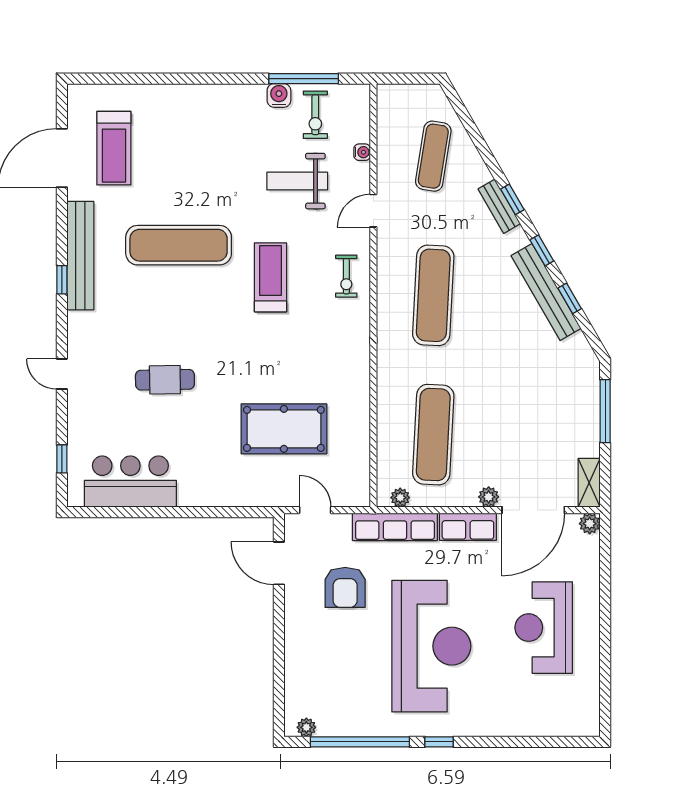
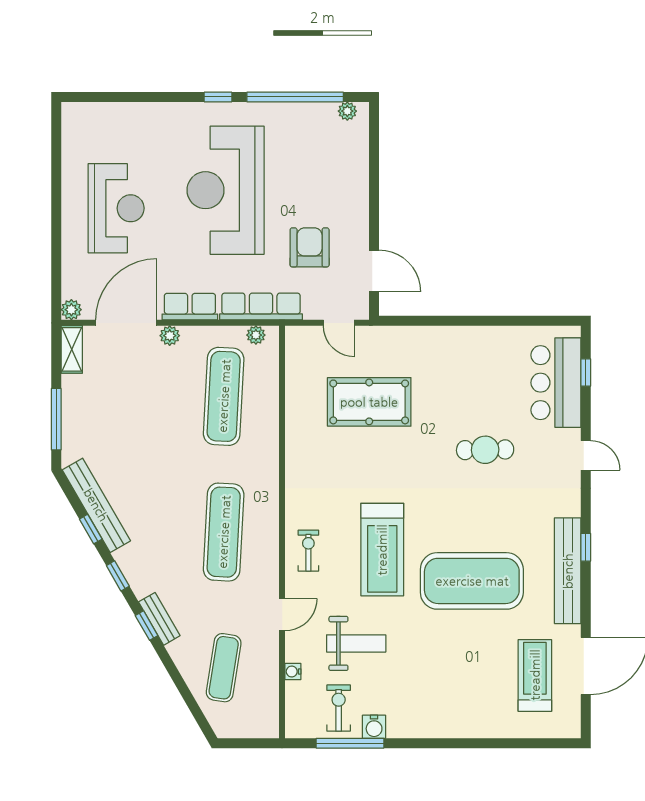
exercise mat: (179, 245) -> (472, 581), width x1.47
treadmill: (271, 277) -> (382, 550), width x1.37, depth x1.37
bench: (546, 292) -> (96, 505), moved
bar counter: (130, 482) -> (556, 383), moved, turned 90

